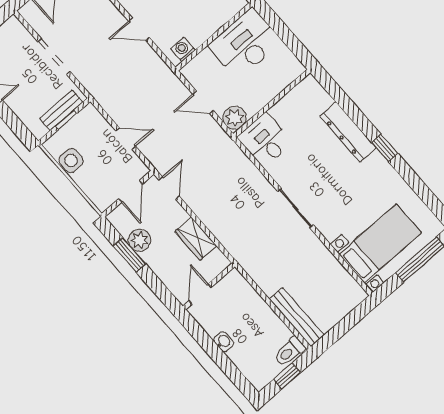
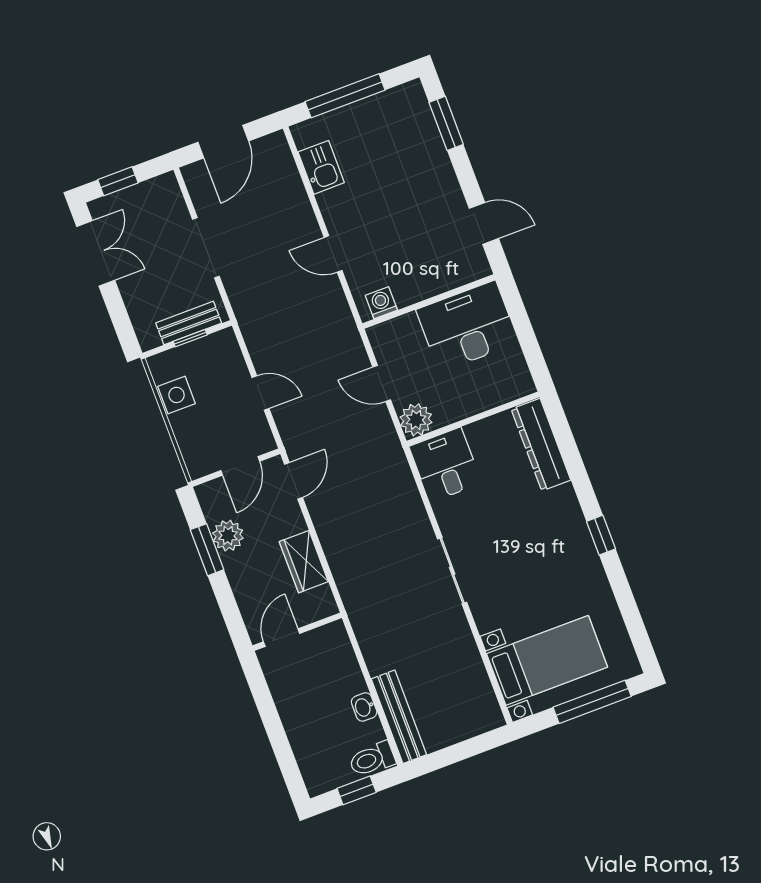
dresser: (348, 132) -> (541, 445), moved
washbasin: (224, 342) -> (364, 707), moved, turned 180

